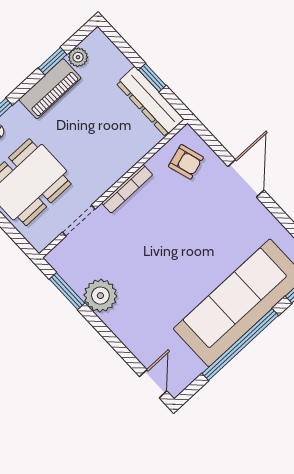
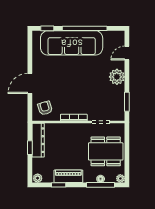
plant: (78, 57) -> (38, 178), moved
plant: (100, 296) -> (117, 77), moved
door: (153, 384) -> (127, 53), moved

